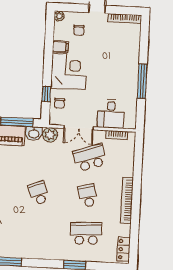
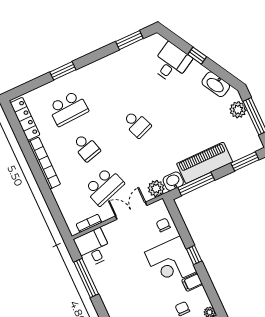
window: (142, 81) -> (86, 278), moved
window: (46, 94) -> (194, 255), moved
desk: (111, 114) -> (93, 248), moved
locker: (124, 249) -> (25, 119), width x1.53

